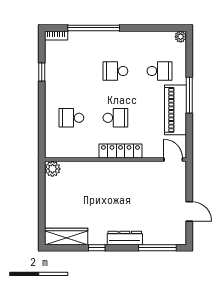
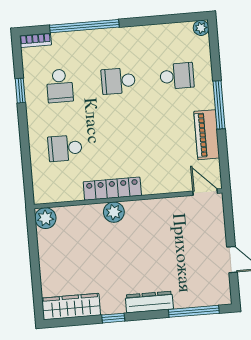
piano: (175, 110) -> (207, 135), width x0.73, depth x0.75
school desk: (115, 118) -> (60, 86), moved, turned 90
locker: (120, 151) -> (112, 189), moved
plant: (104, 169) -> (114, 212), added

